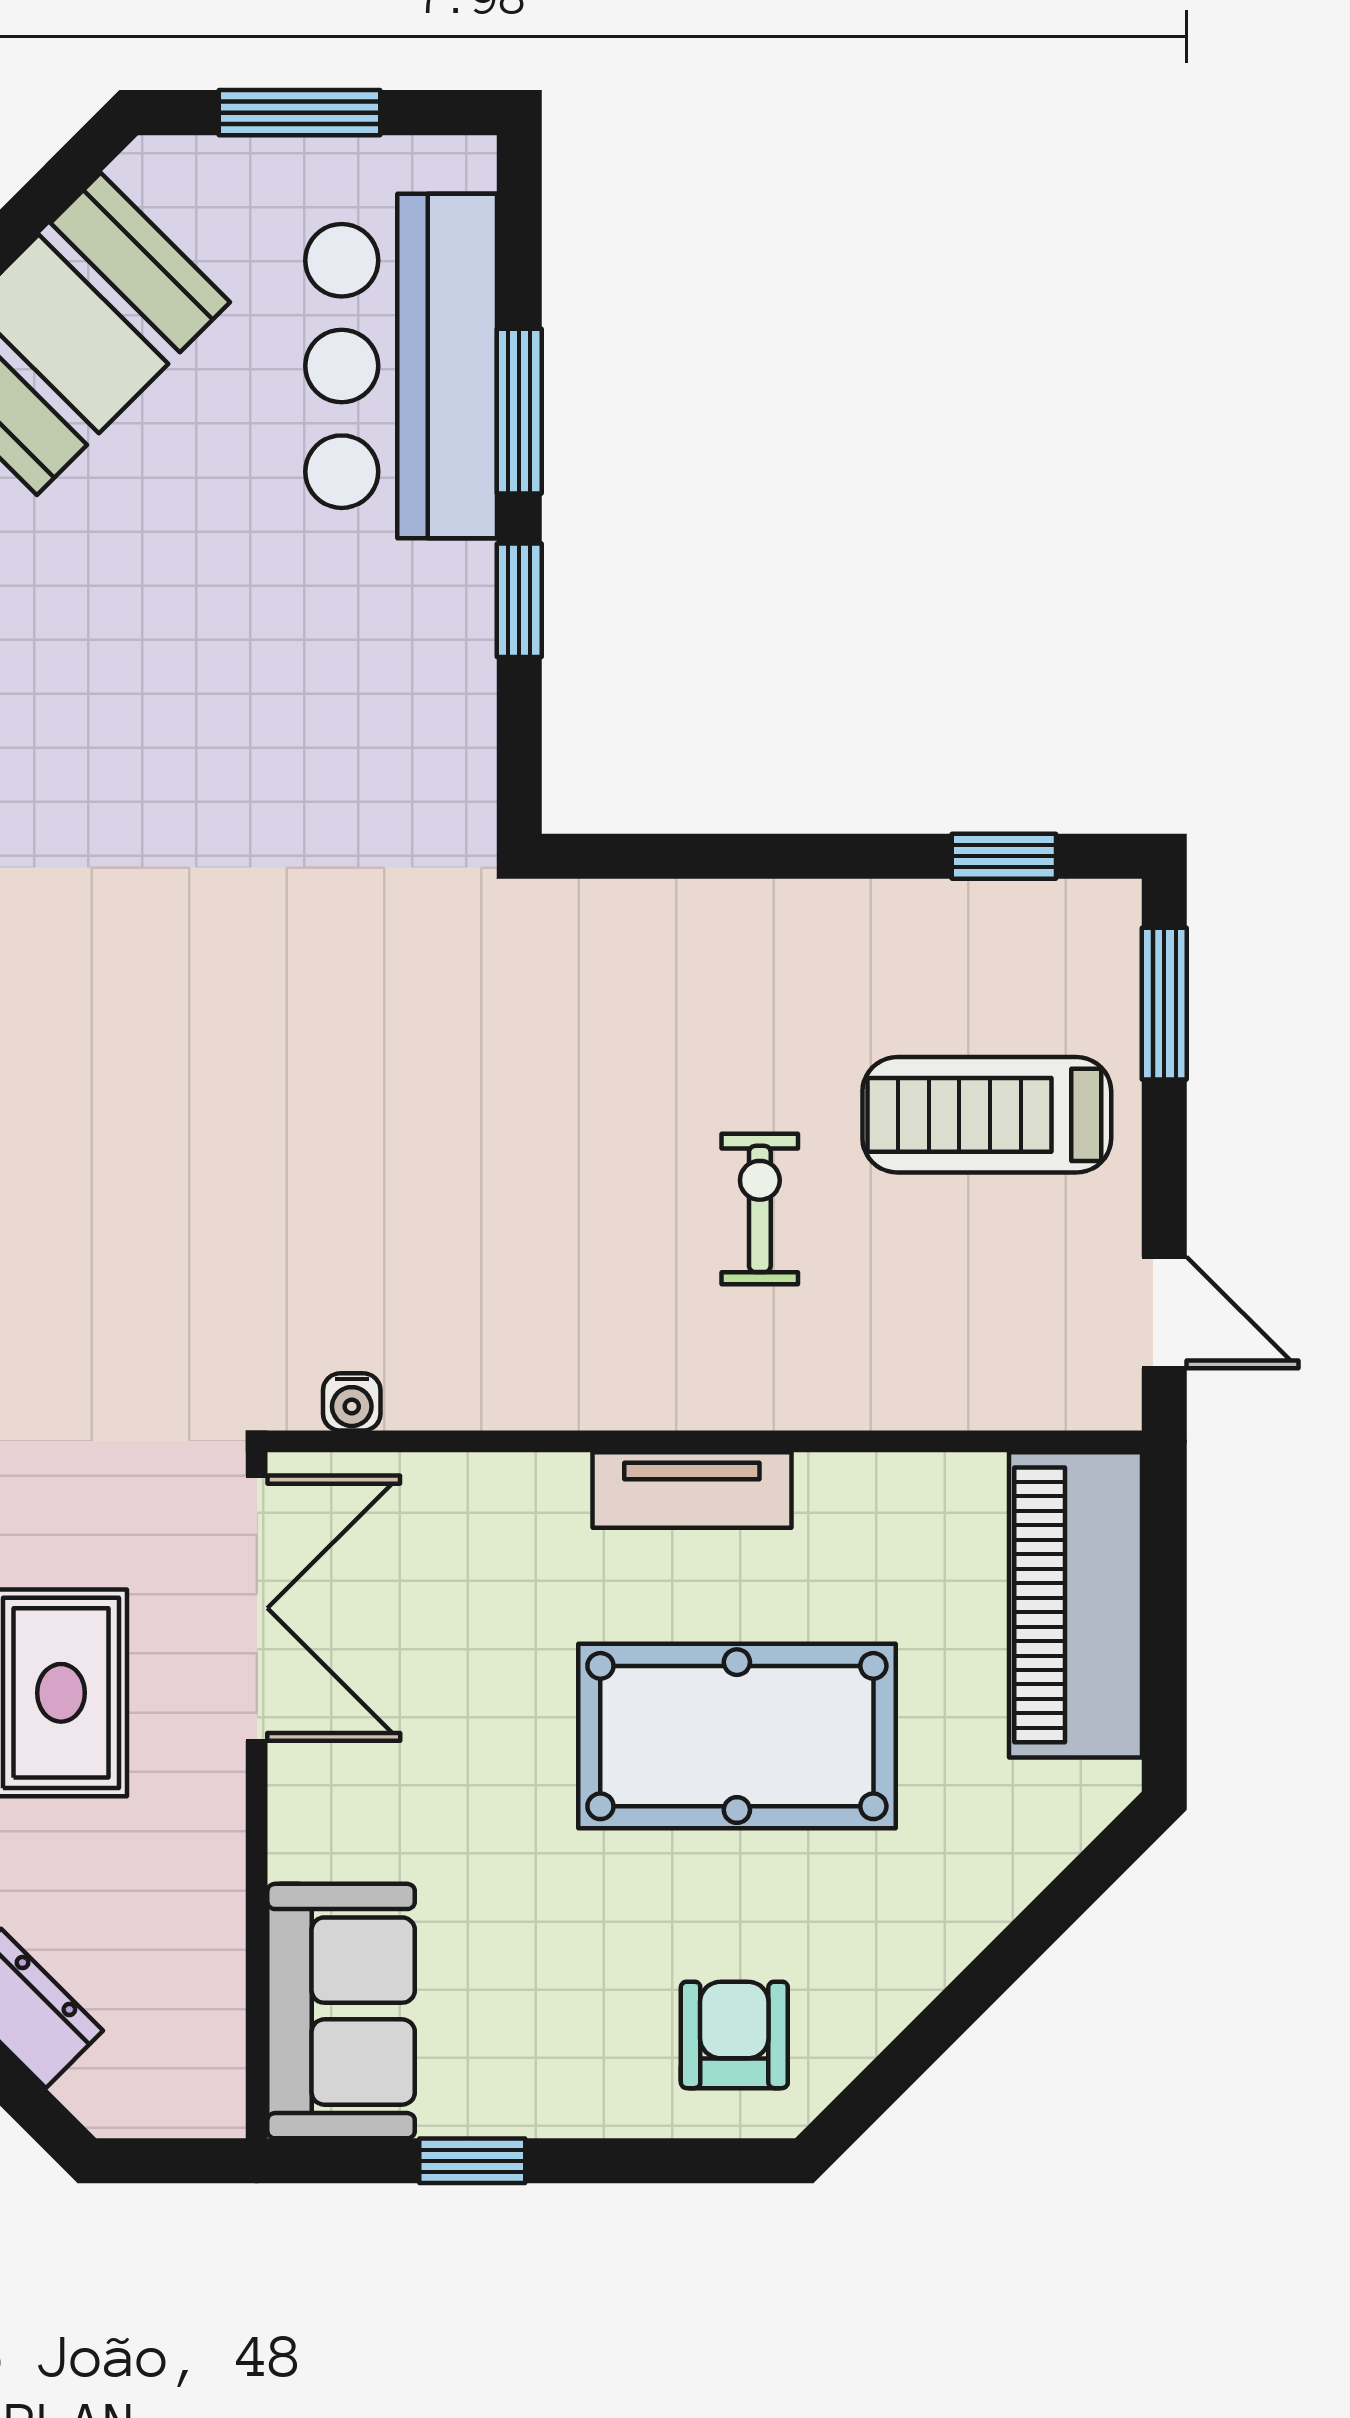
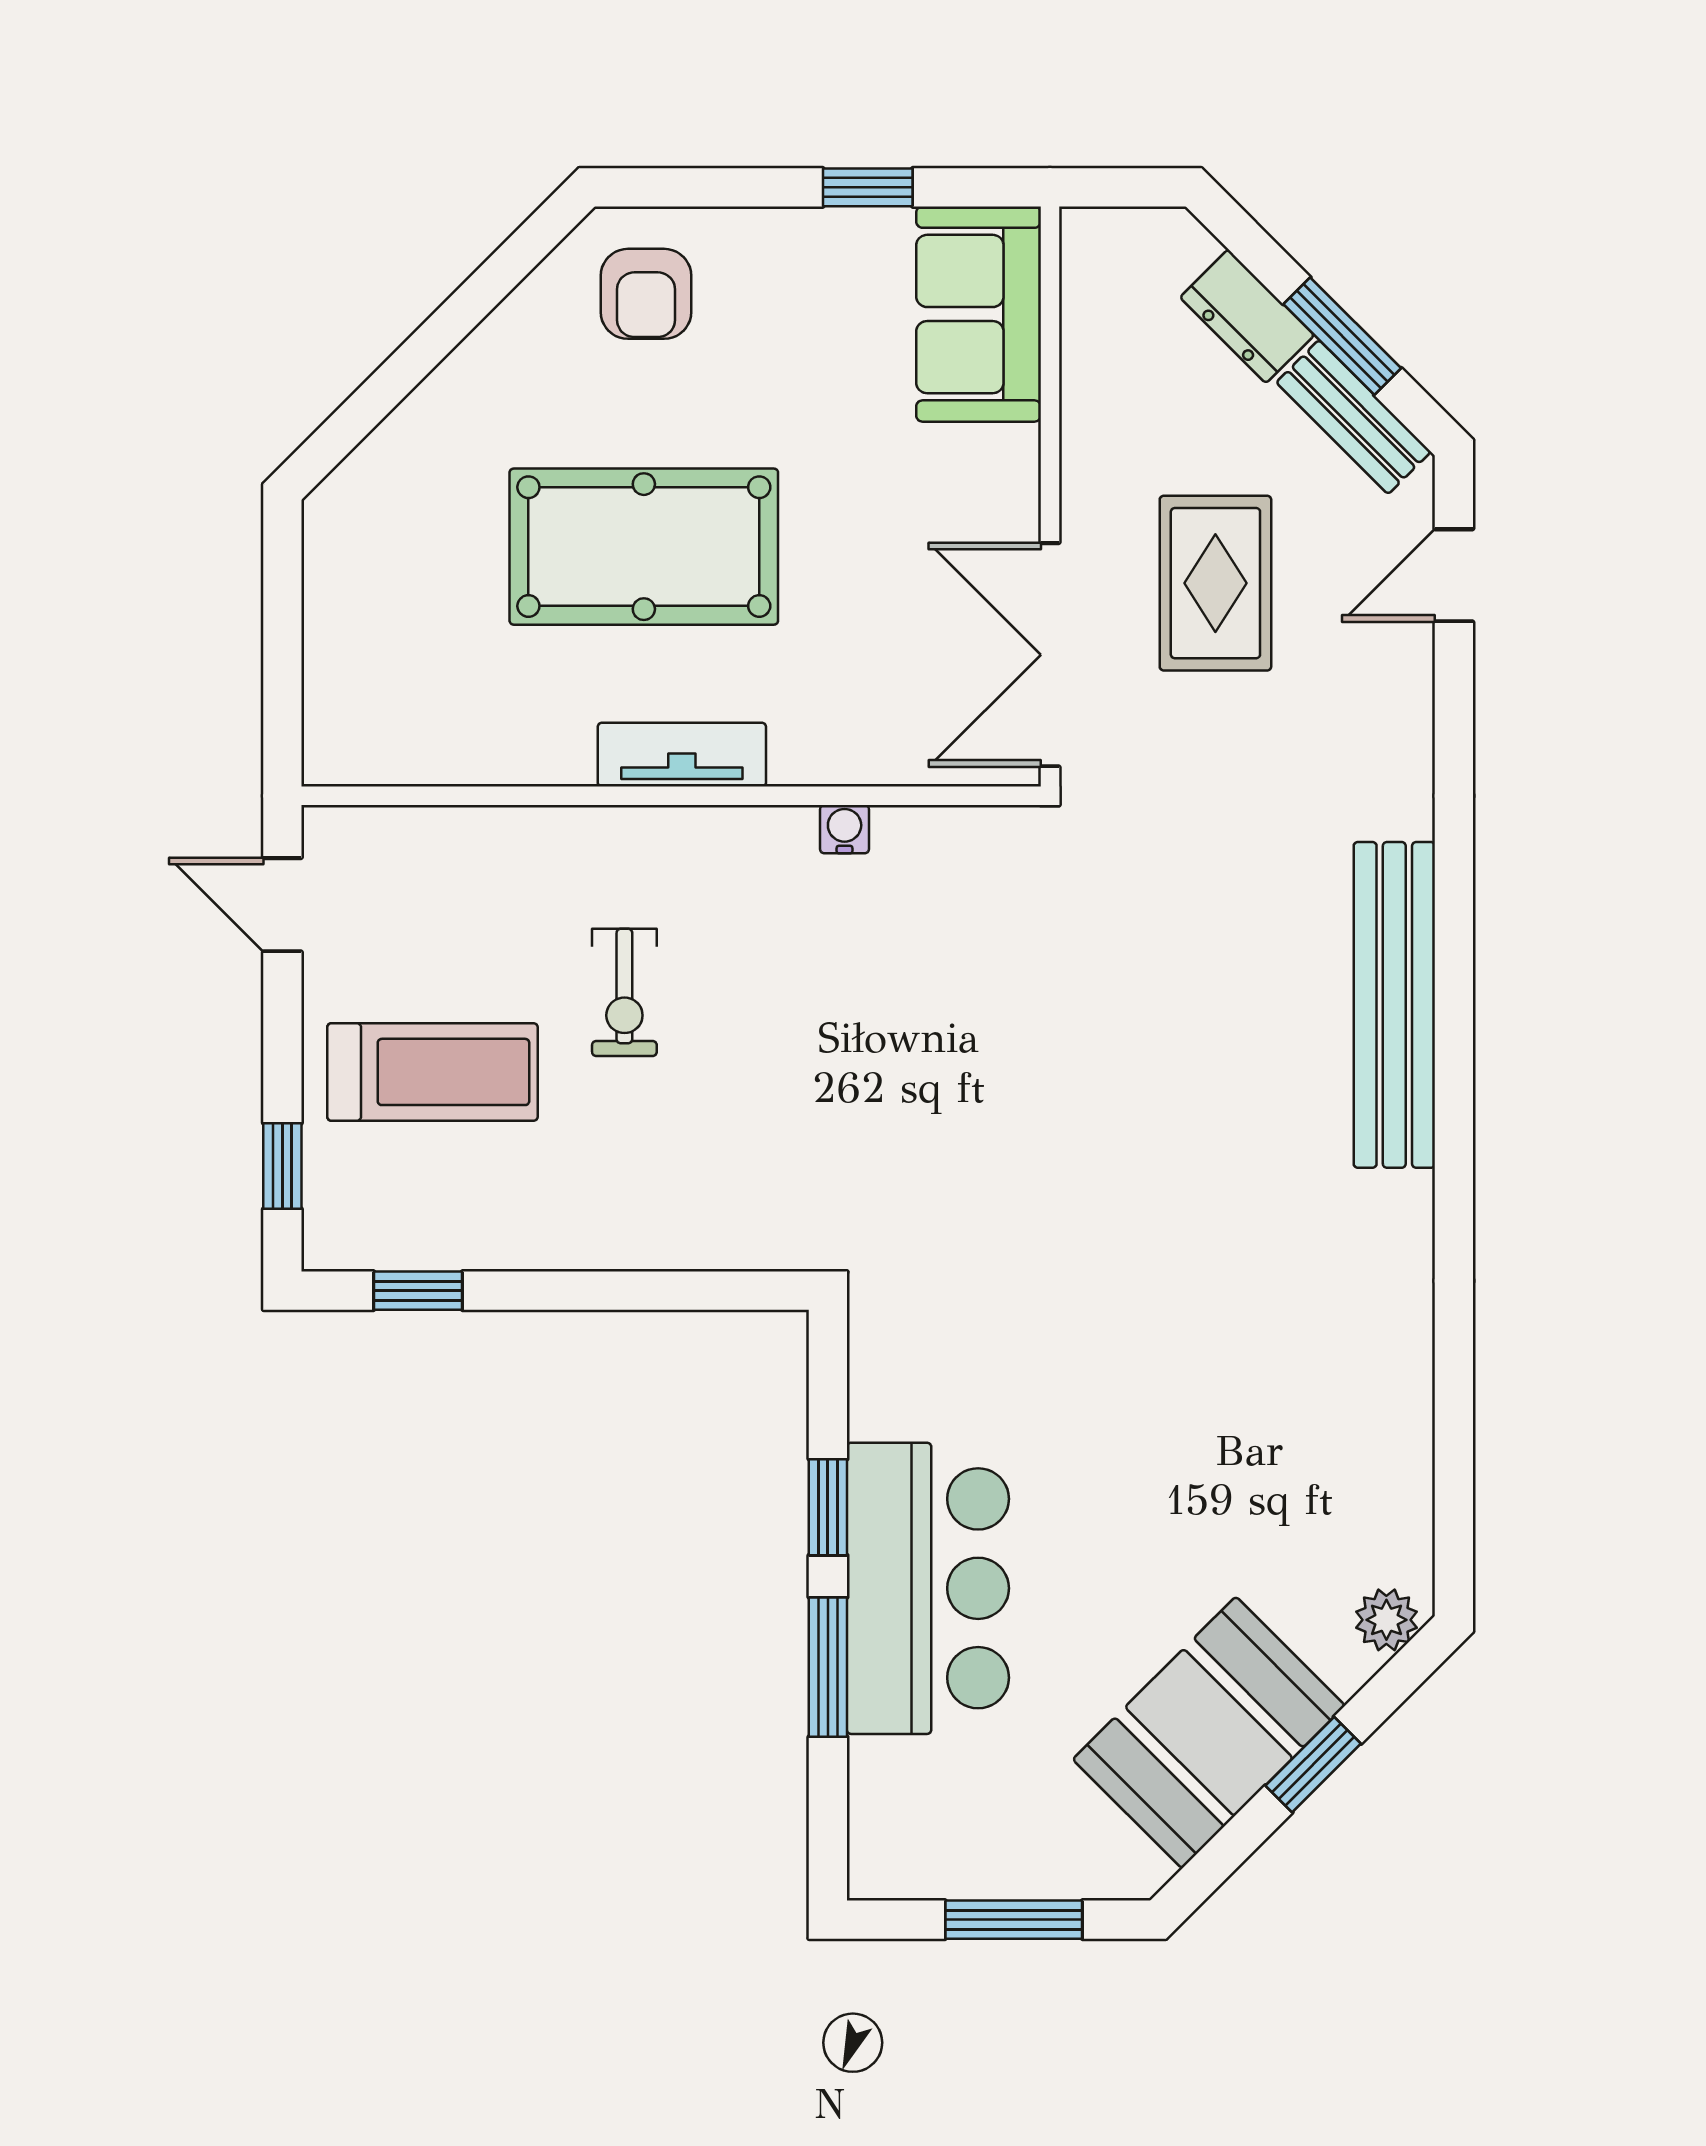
bar counter: (401, 366) -> (928, 1588), moved
window: (1164, 1004) -> (282, 1166), width x0.67
water cooler: (352, 1402) -> (845, 829), moved
piano: (1076, 1605) -> (357, 658), removed

